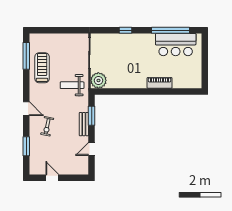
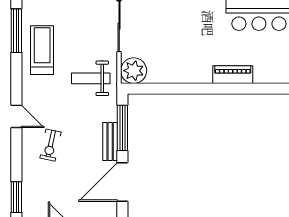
window: (92, 116) -> (122, 128), width x1.44
window: (26, 146) -> (16, 197), moved
door: (92, 149) -> (122, 182), width x1.88

